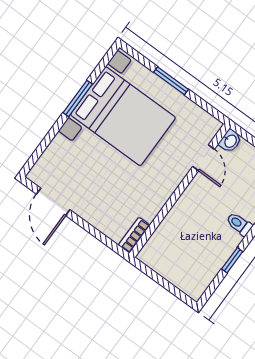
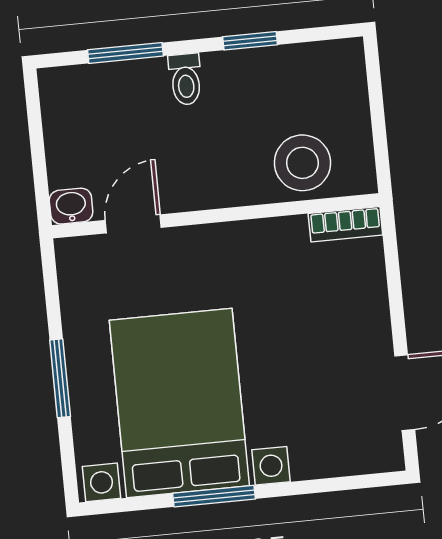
stool: (170, 240) -> (302, 163), added

